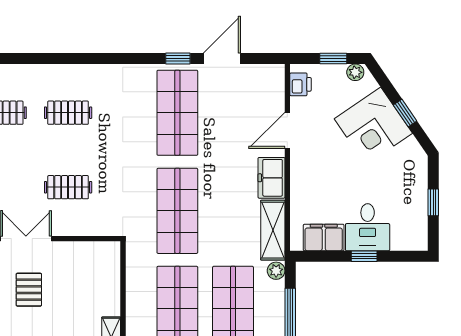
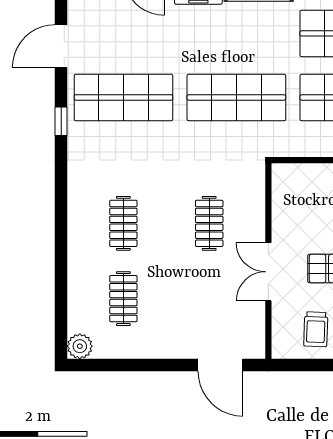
window: (178, 59) -> (61, 121), moved
door: (222, 59) -> (61, 46), hinge flipped

